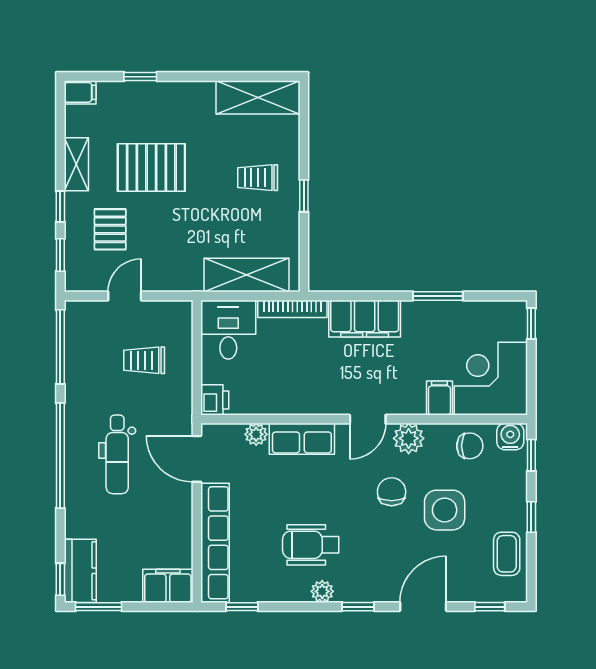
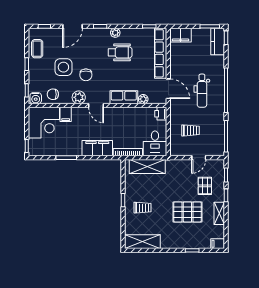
door: (368, 419) -> (96, 106), swing flipped
dental chair: (117, 454) -> (202, 91), turned 180

